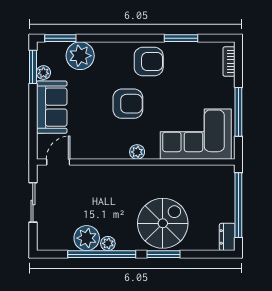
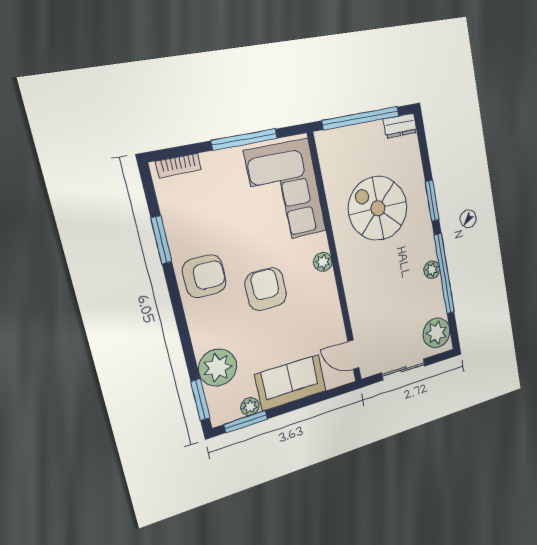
armchair: (149, 62) -> (204, 276), turned 90
spiral stairs: (163, 223) -> (378, 208), moved
plant: (87, 238) -> (436, 333), moved

